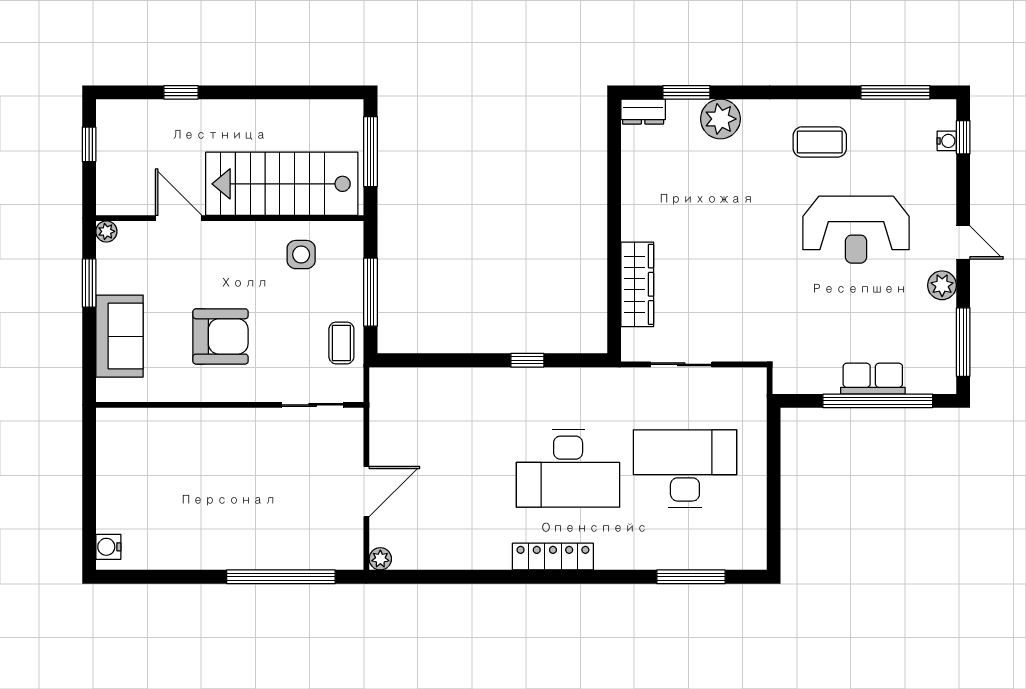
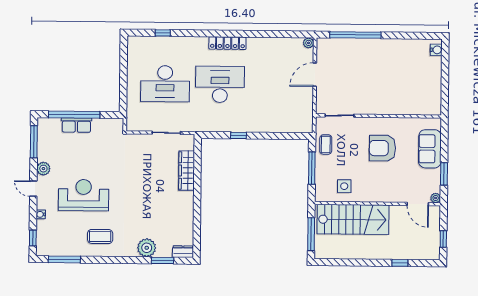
water cooler: (947, 141) -> (41, 214), moved
door: (179, 218) -> (418, 204), moved
window: (691, 577) -> (163, 33), width x0.46

